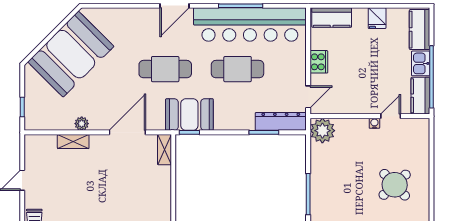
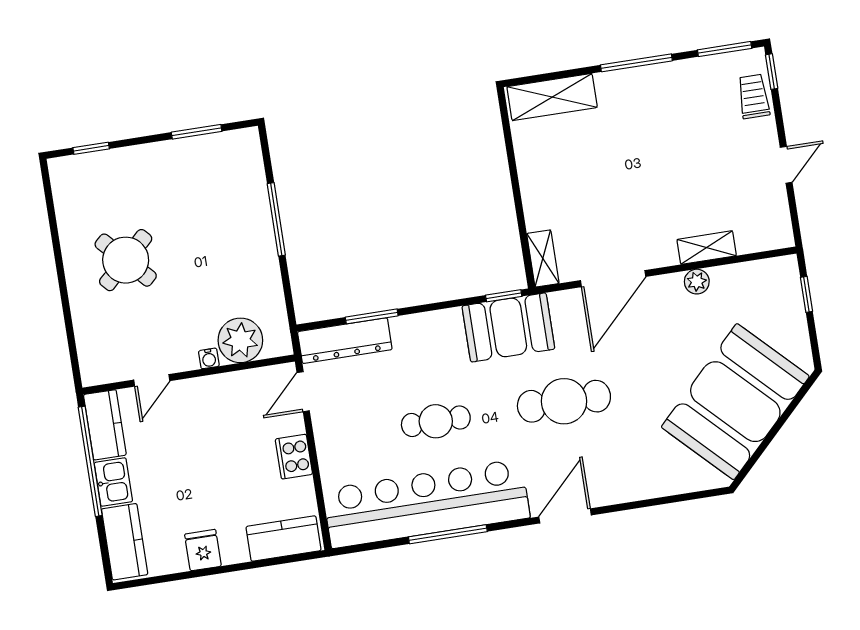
cafe table: (238, 69) -> (436, 421), width x0.73, depth x0.74
water cooler: (374, 123) -> (209, 358), moved
plant: (322, 131) -> (240, 340), moved

